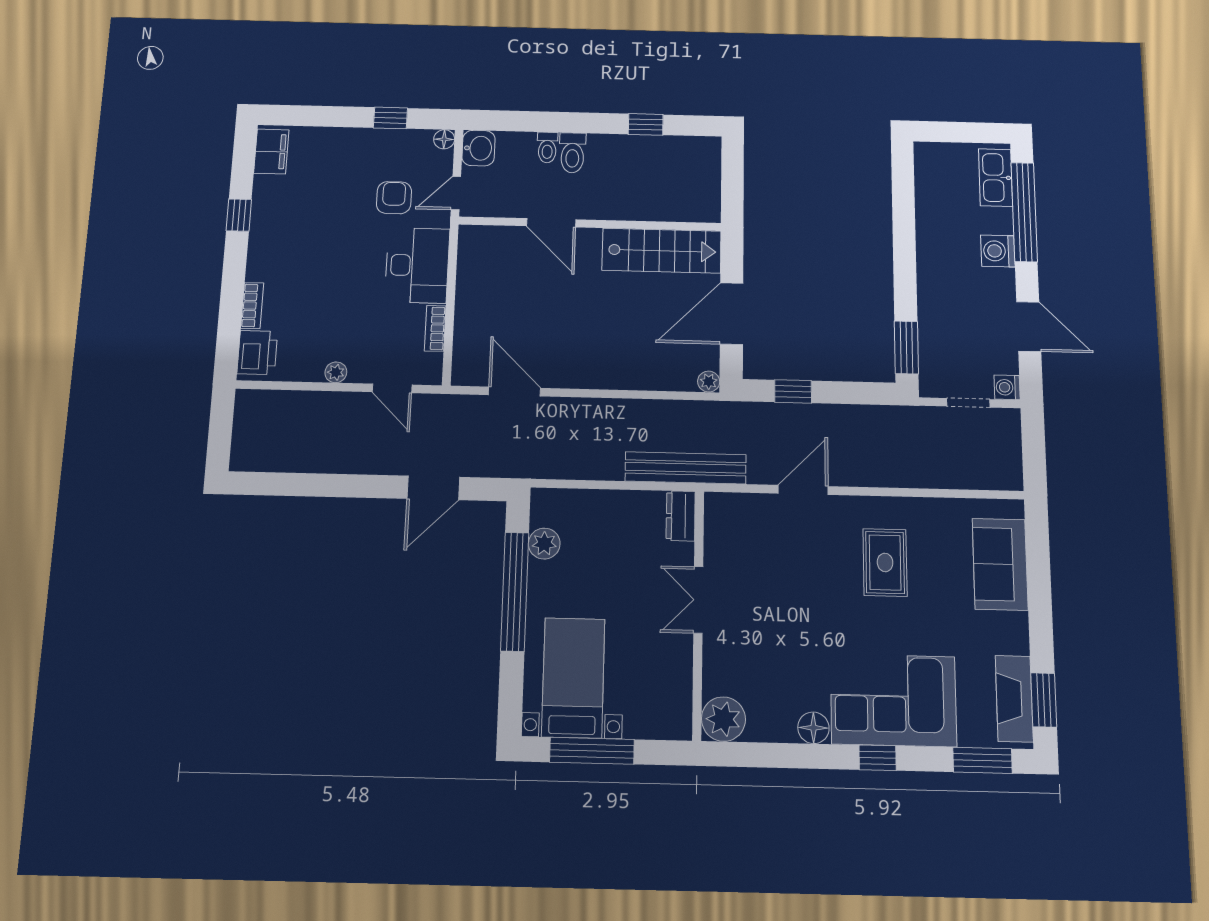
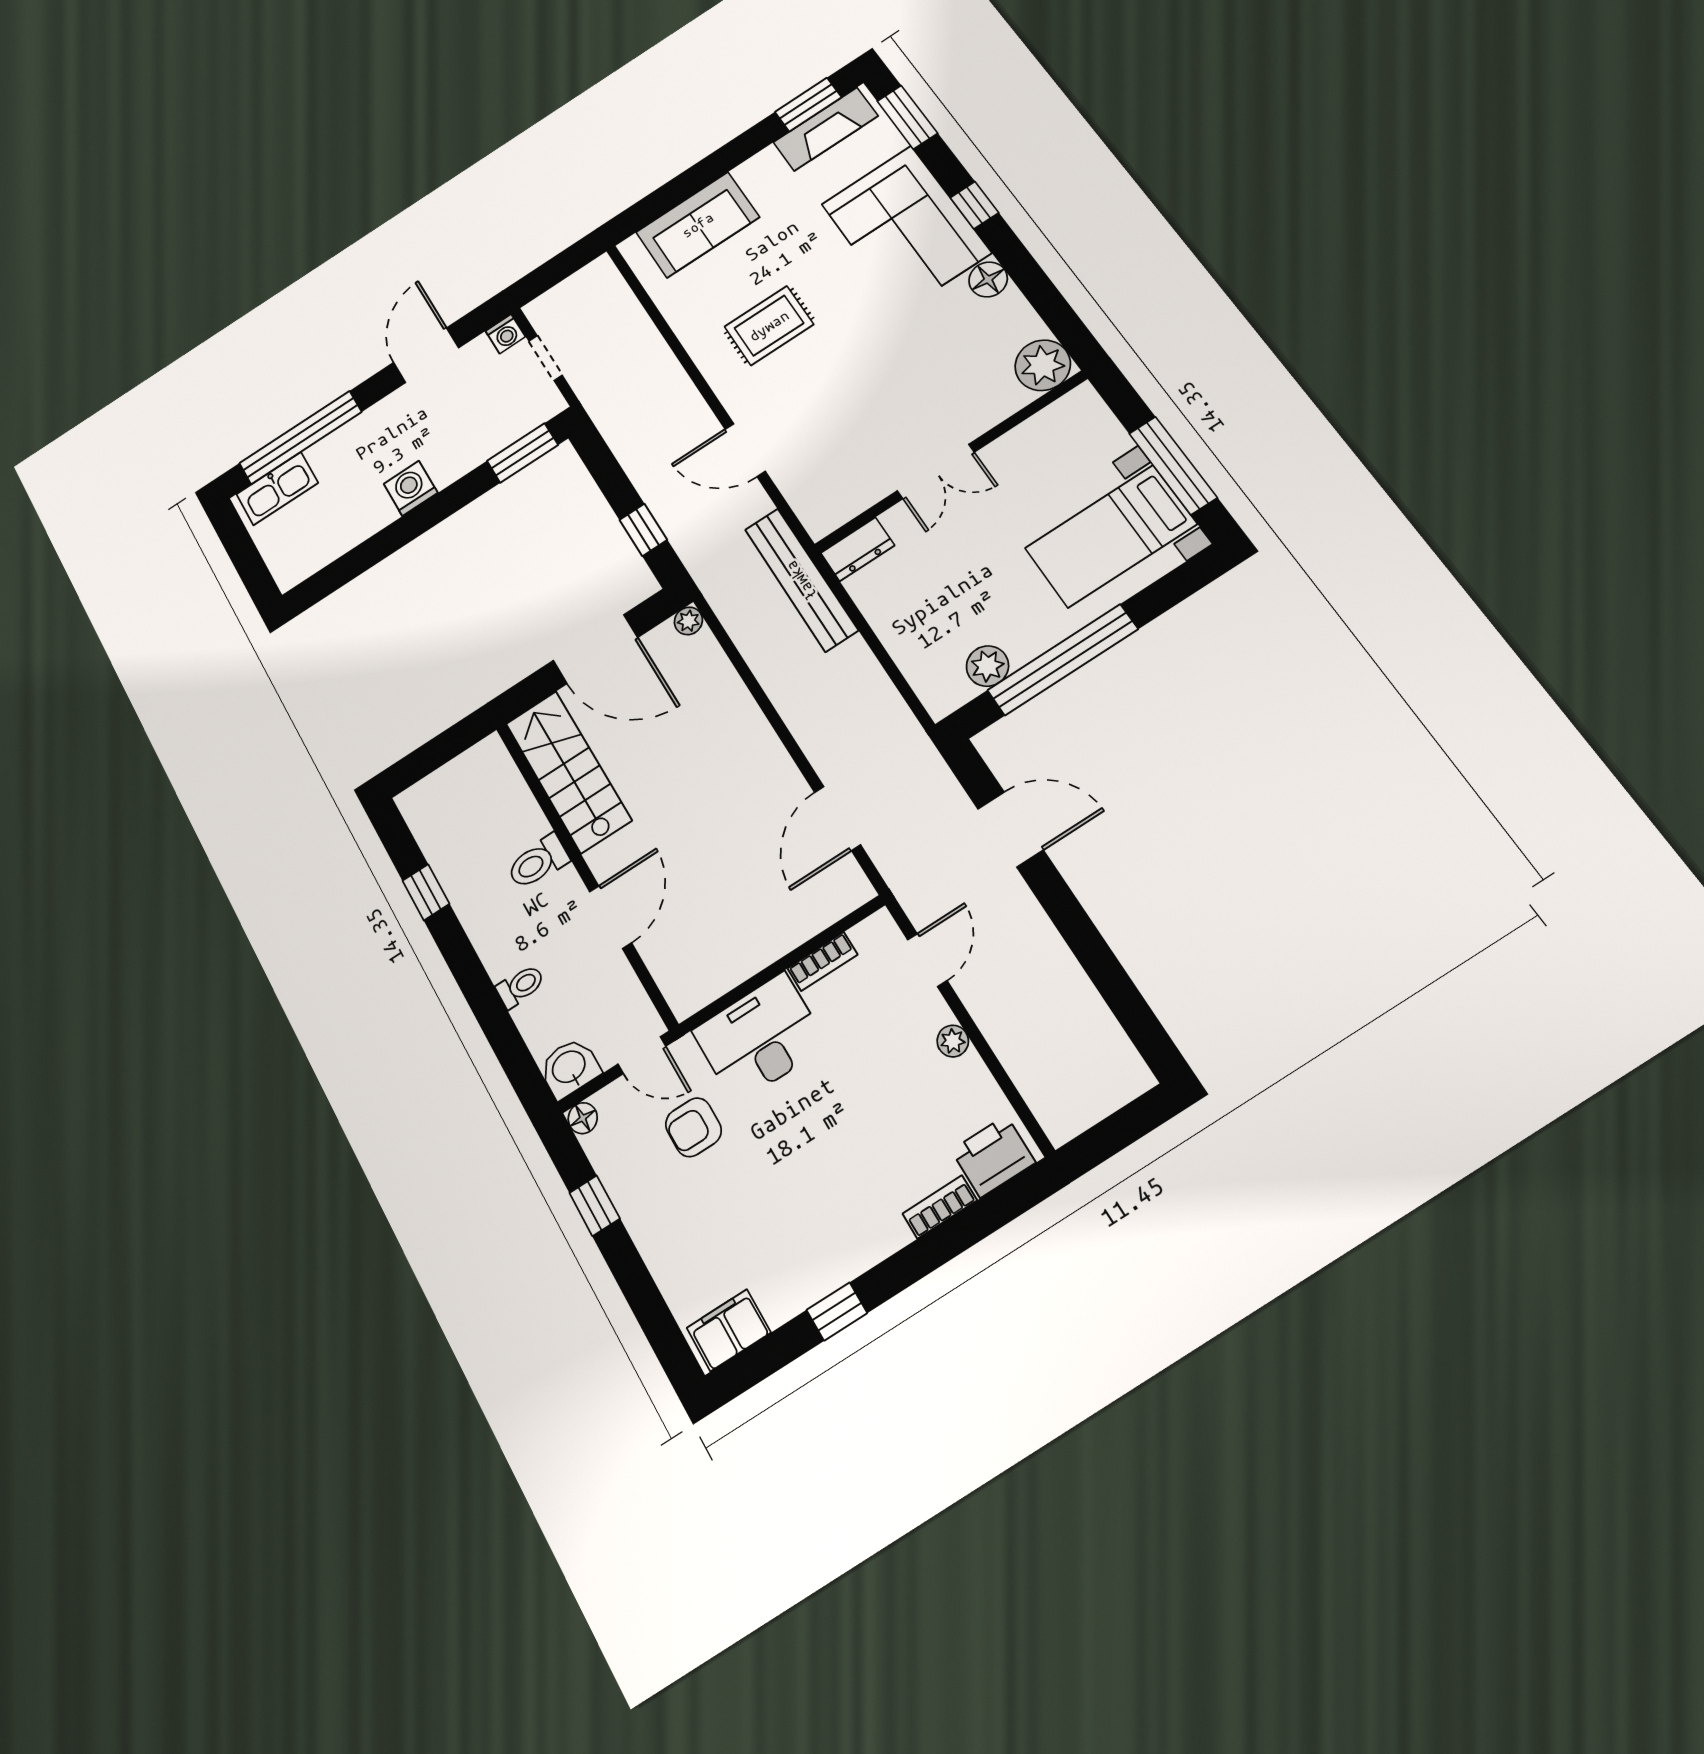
toilet: (572, 153) -> (538, 862), moved, turned 180
washing machine: (998, 251) -> (411, 488), moved, turned 180

